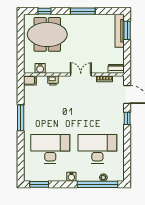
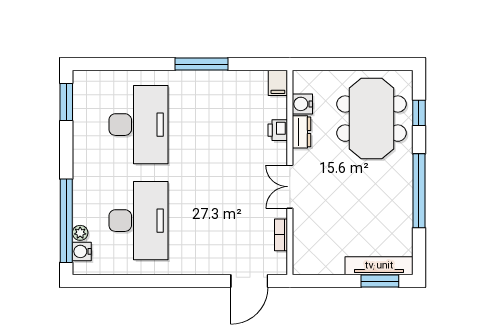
window: (83, 11) -> (419, 191), width x1.46
dresser: (116, 69) -> (302, 132), moved
double door: (81, 74) -> (290, 187), swing flipped
window: (127, 118) -> (201, 281), removed
water cooler: (71, 177) -> (82, 251), moved

